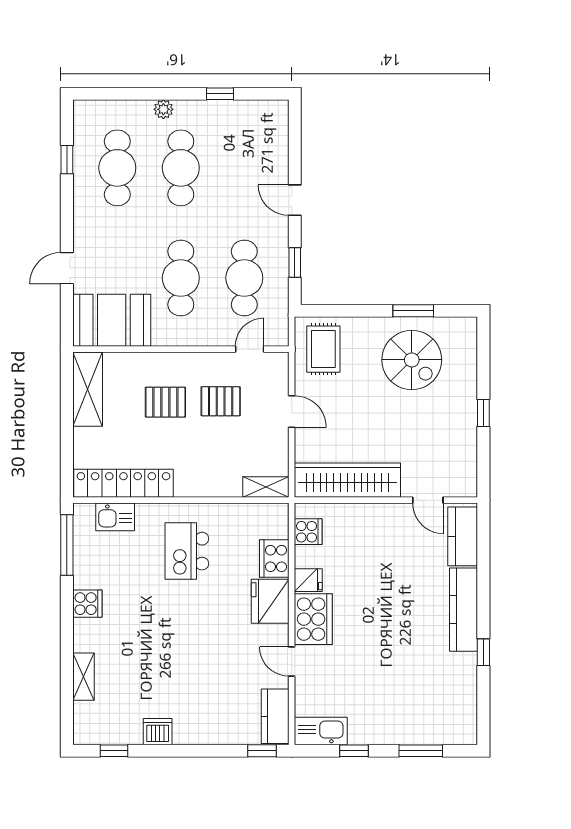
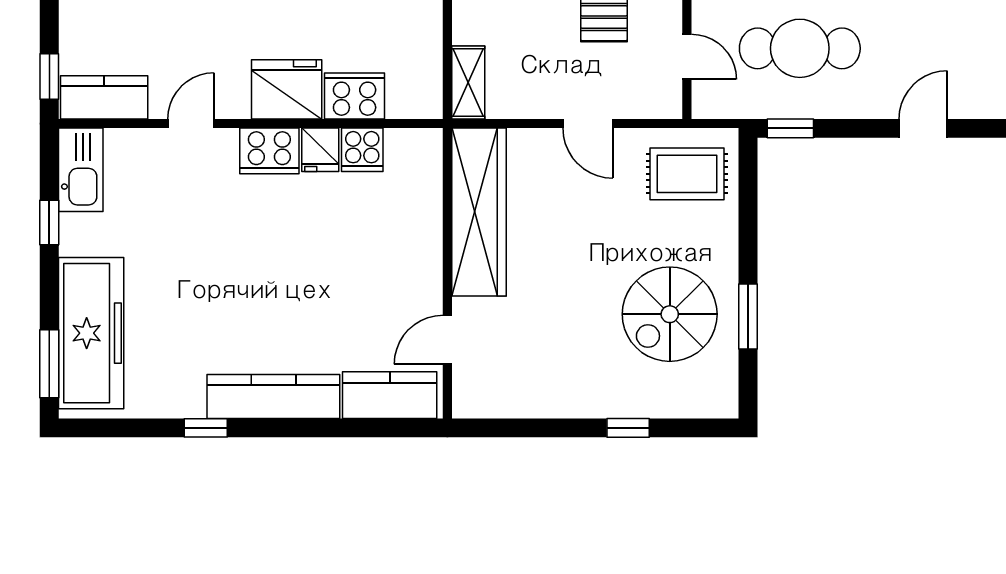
window: (295, 262) -> (790, 128), moved
door: (292, 411) -> (588, 124), hinge flipped
window: (483, 413) -> (628, 428), moved
cooker: (308, 532) -> (362, 150), moved
cooker: (313, 619) -> (269, 151), width x0.73, depth x0.76
freezer: (424, 724) -> (91, 333), added
window: (421, 751) -> (49, 364), moved

